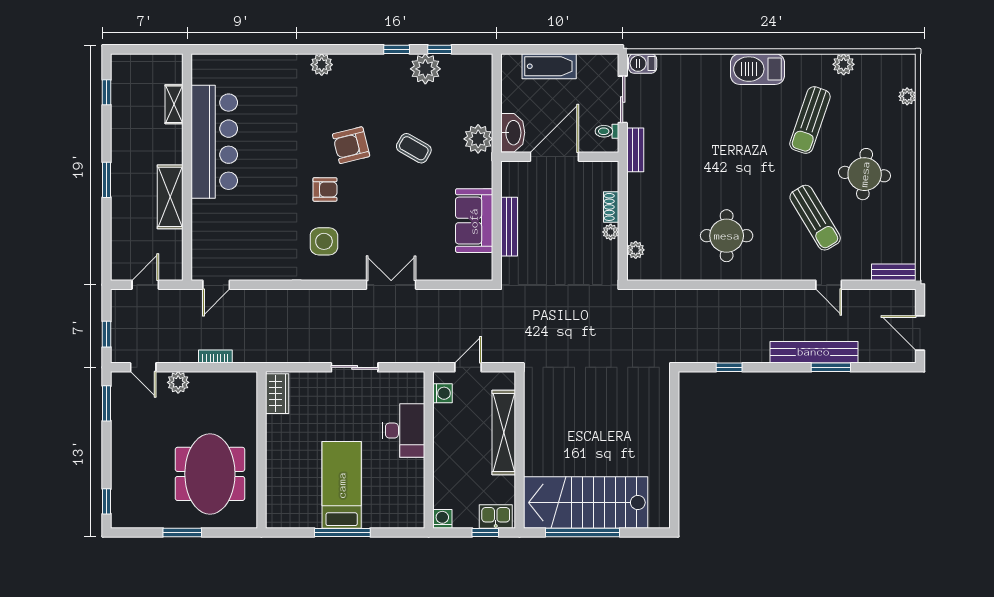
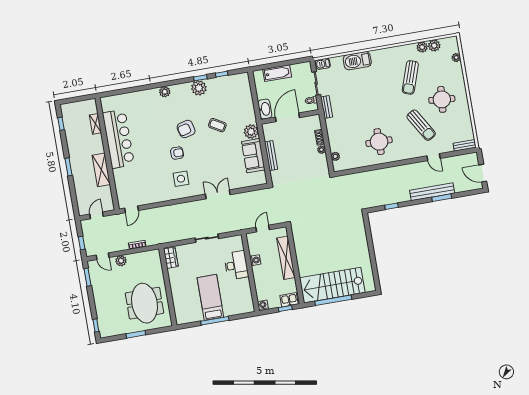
plant: (868, 65) -> (434, 46), added
plant: (425, 69) -> (199, 88), moved
barbecue: (757, 69) -> (357, 61), moved
plant: (478, 139) -> (251, 132), moved
washing machine: (442, 393) -> (255, 260), moved

